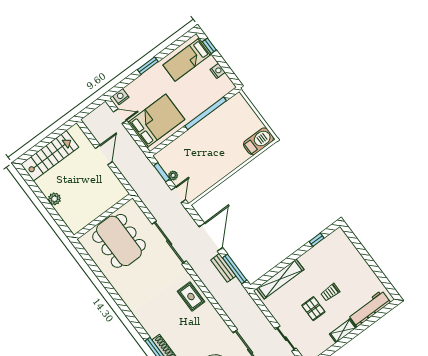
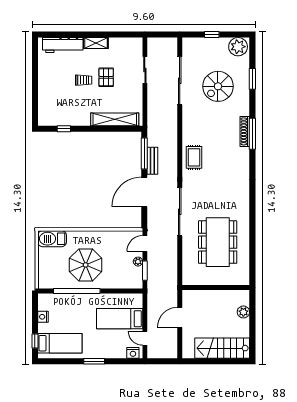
bed: (156, 121) -> (120, 319), width x0.67
parasol: (214, 140) -> (86, 265), added
wall: (103, 217) -> (216, 287), moved

